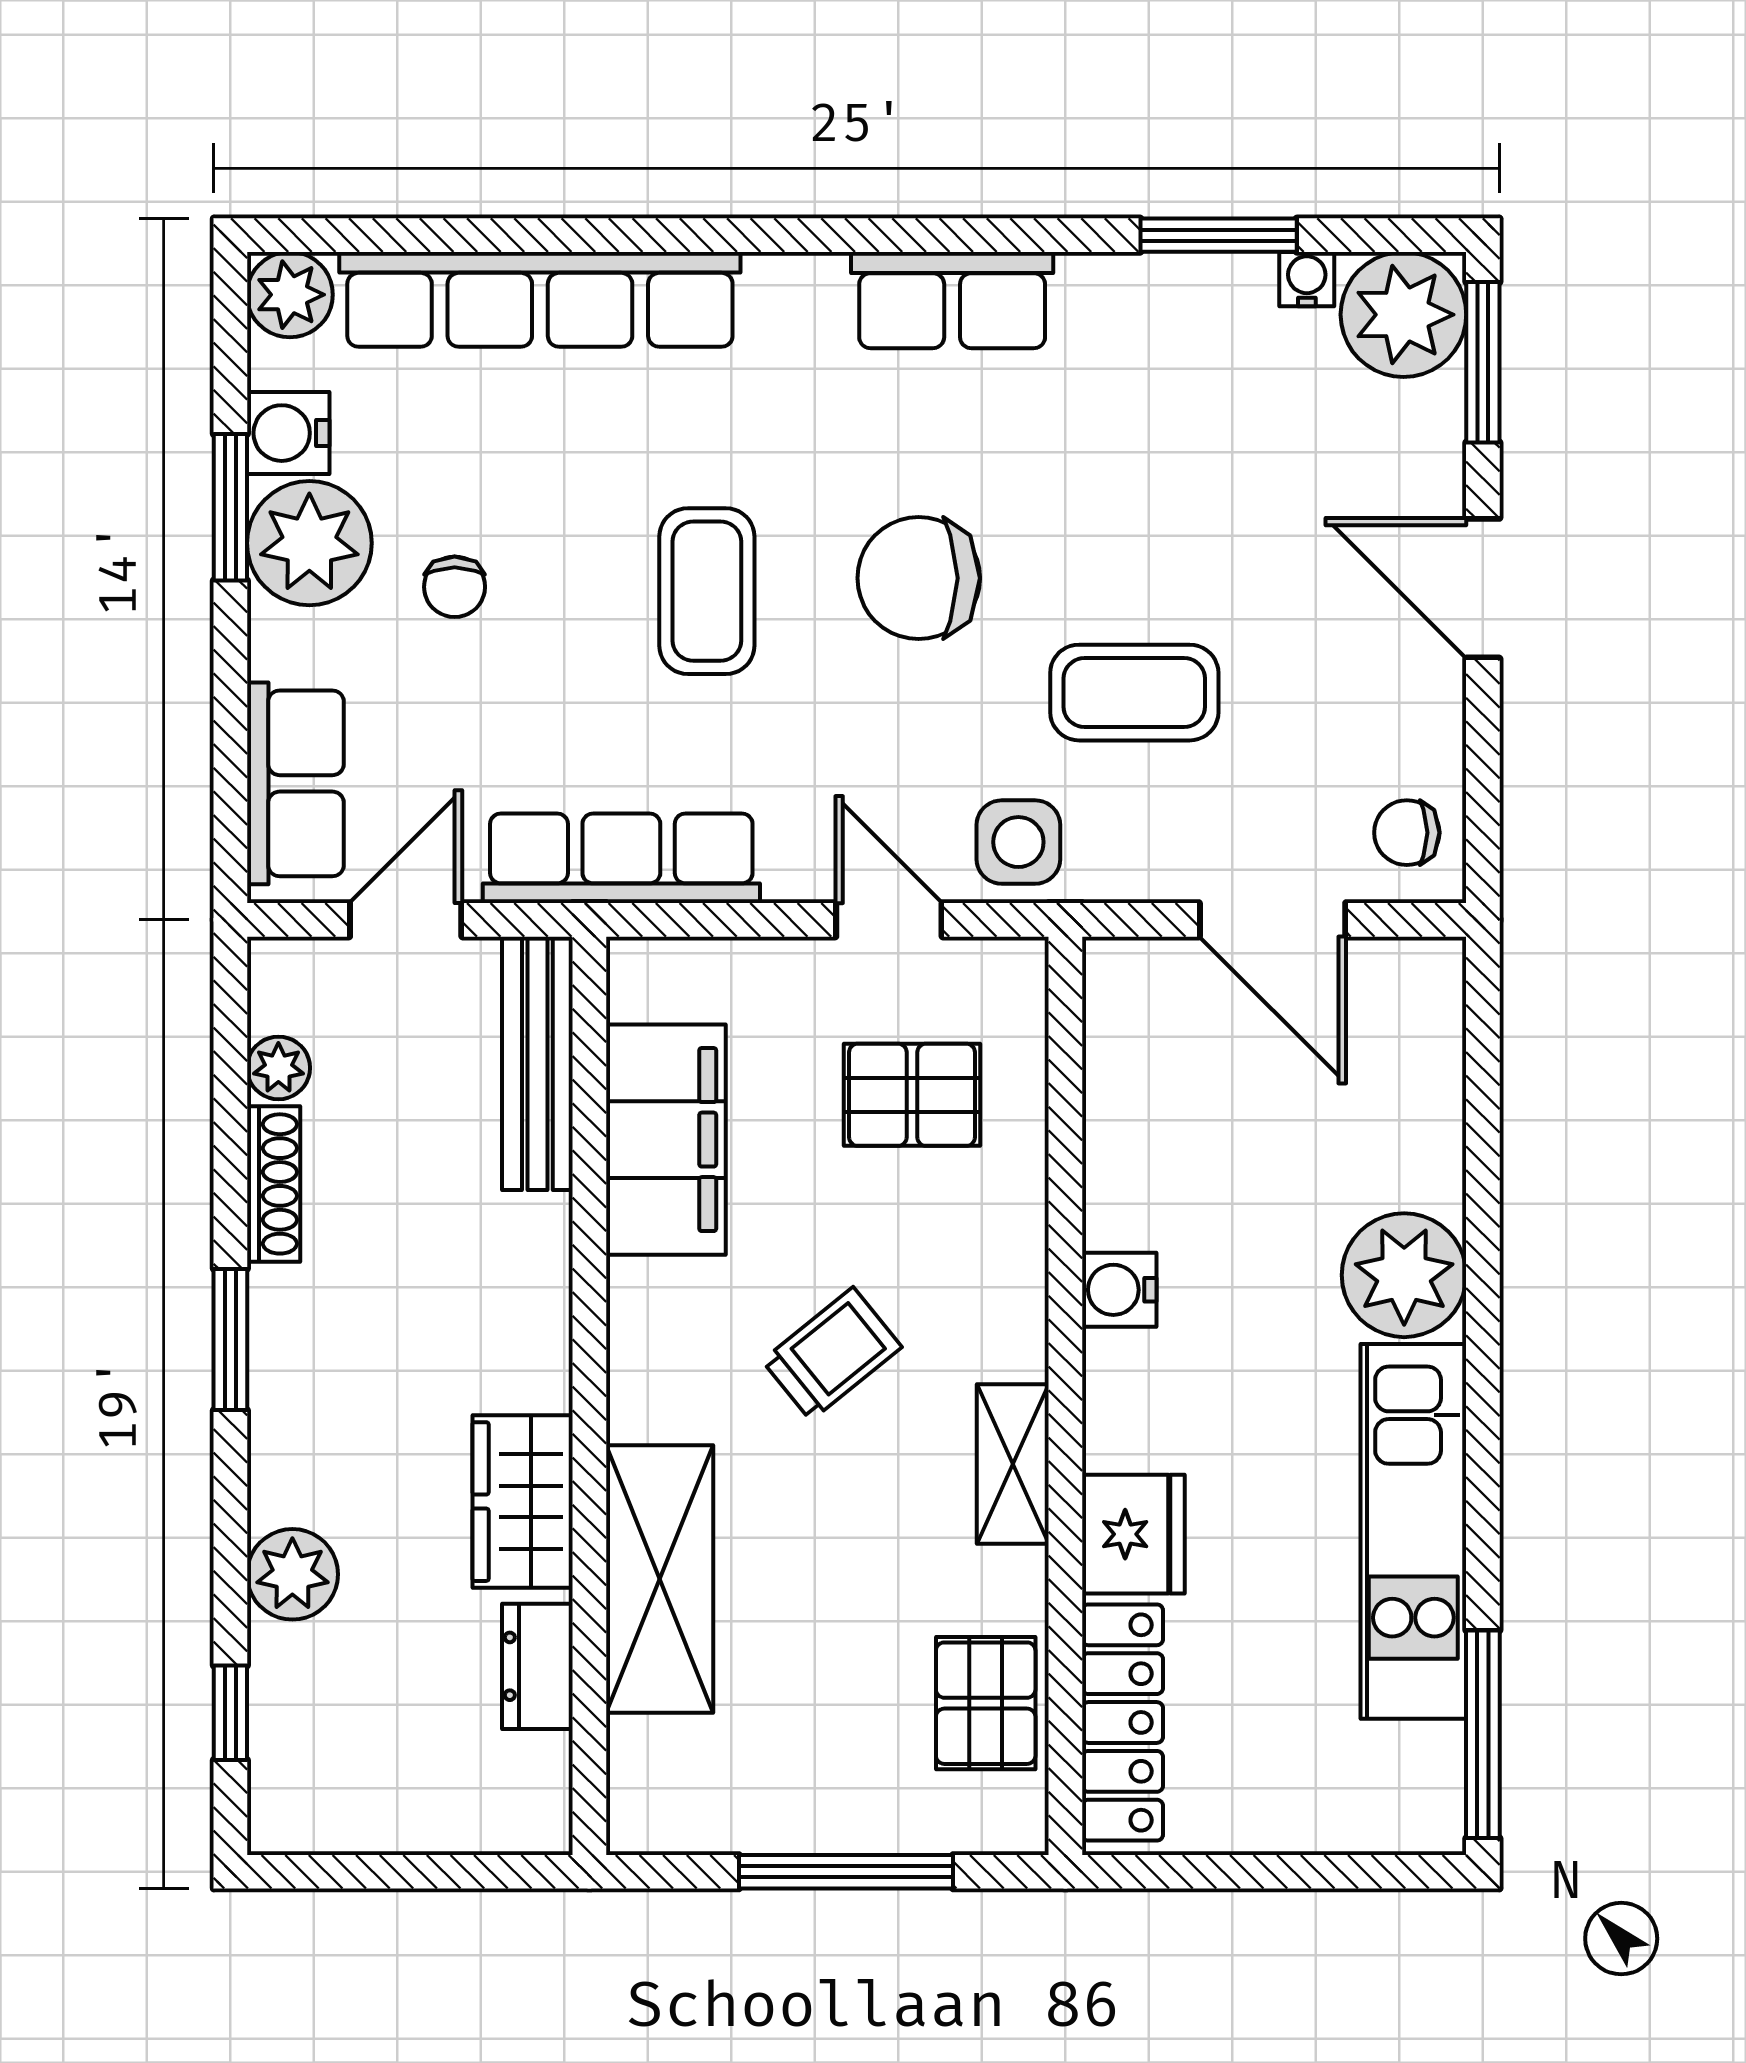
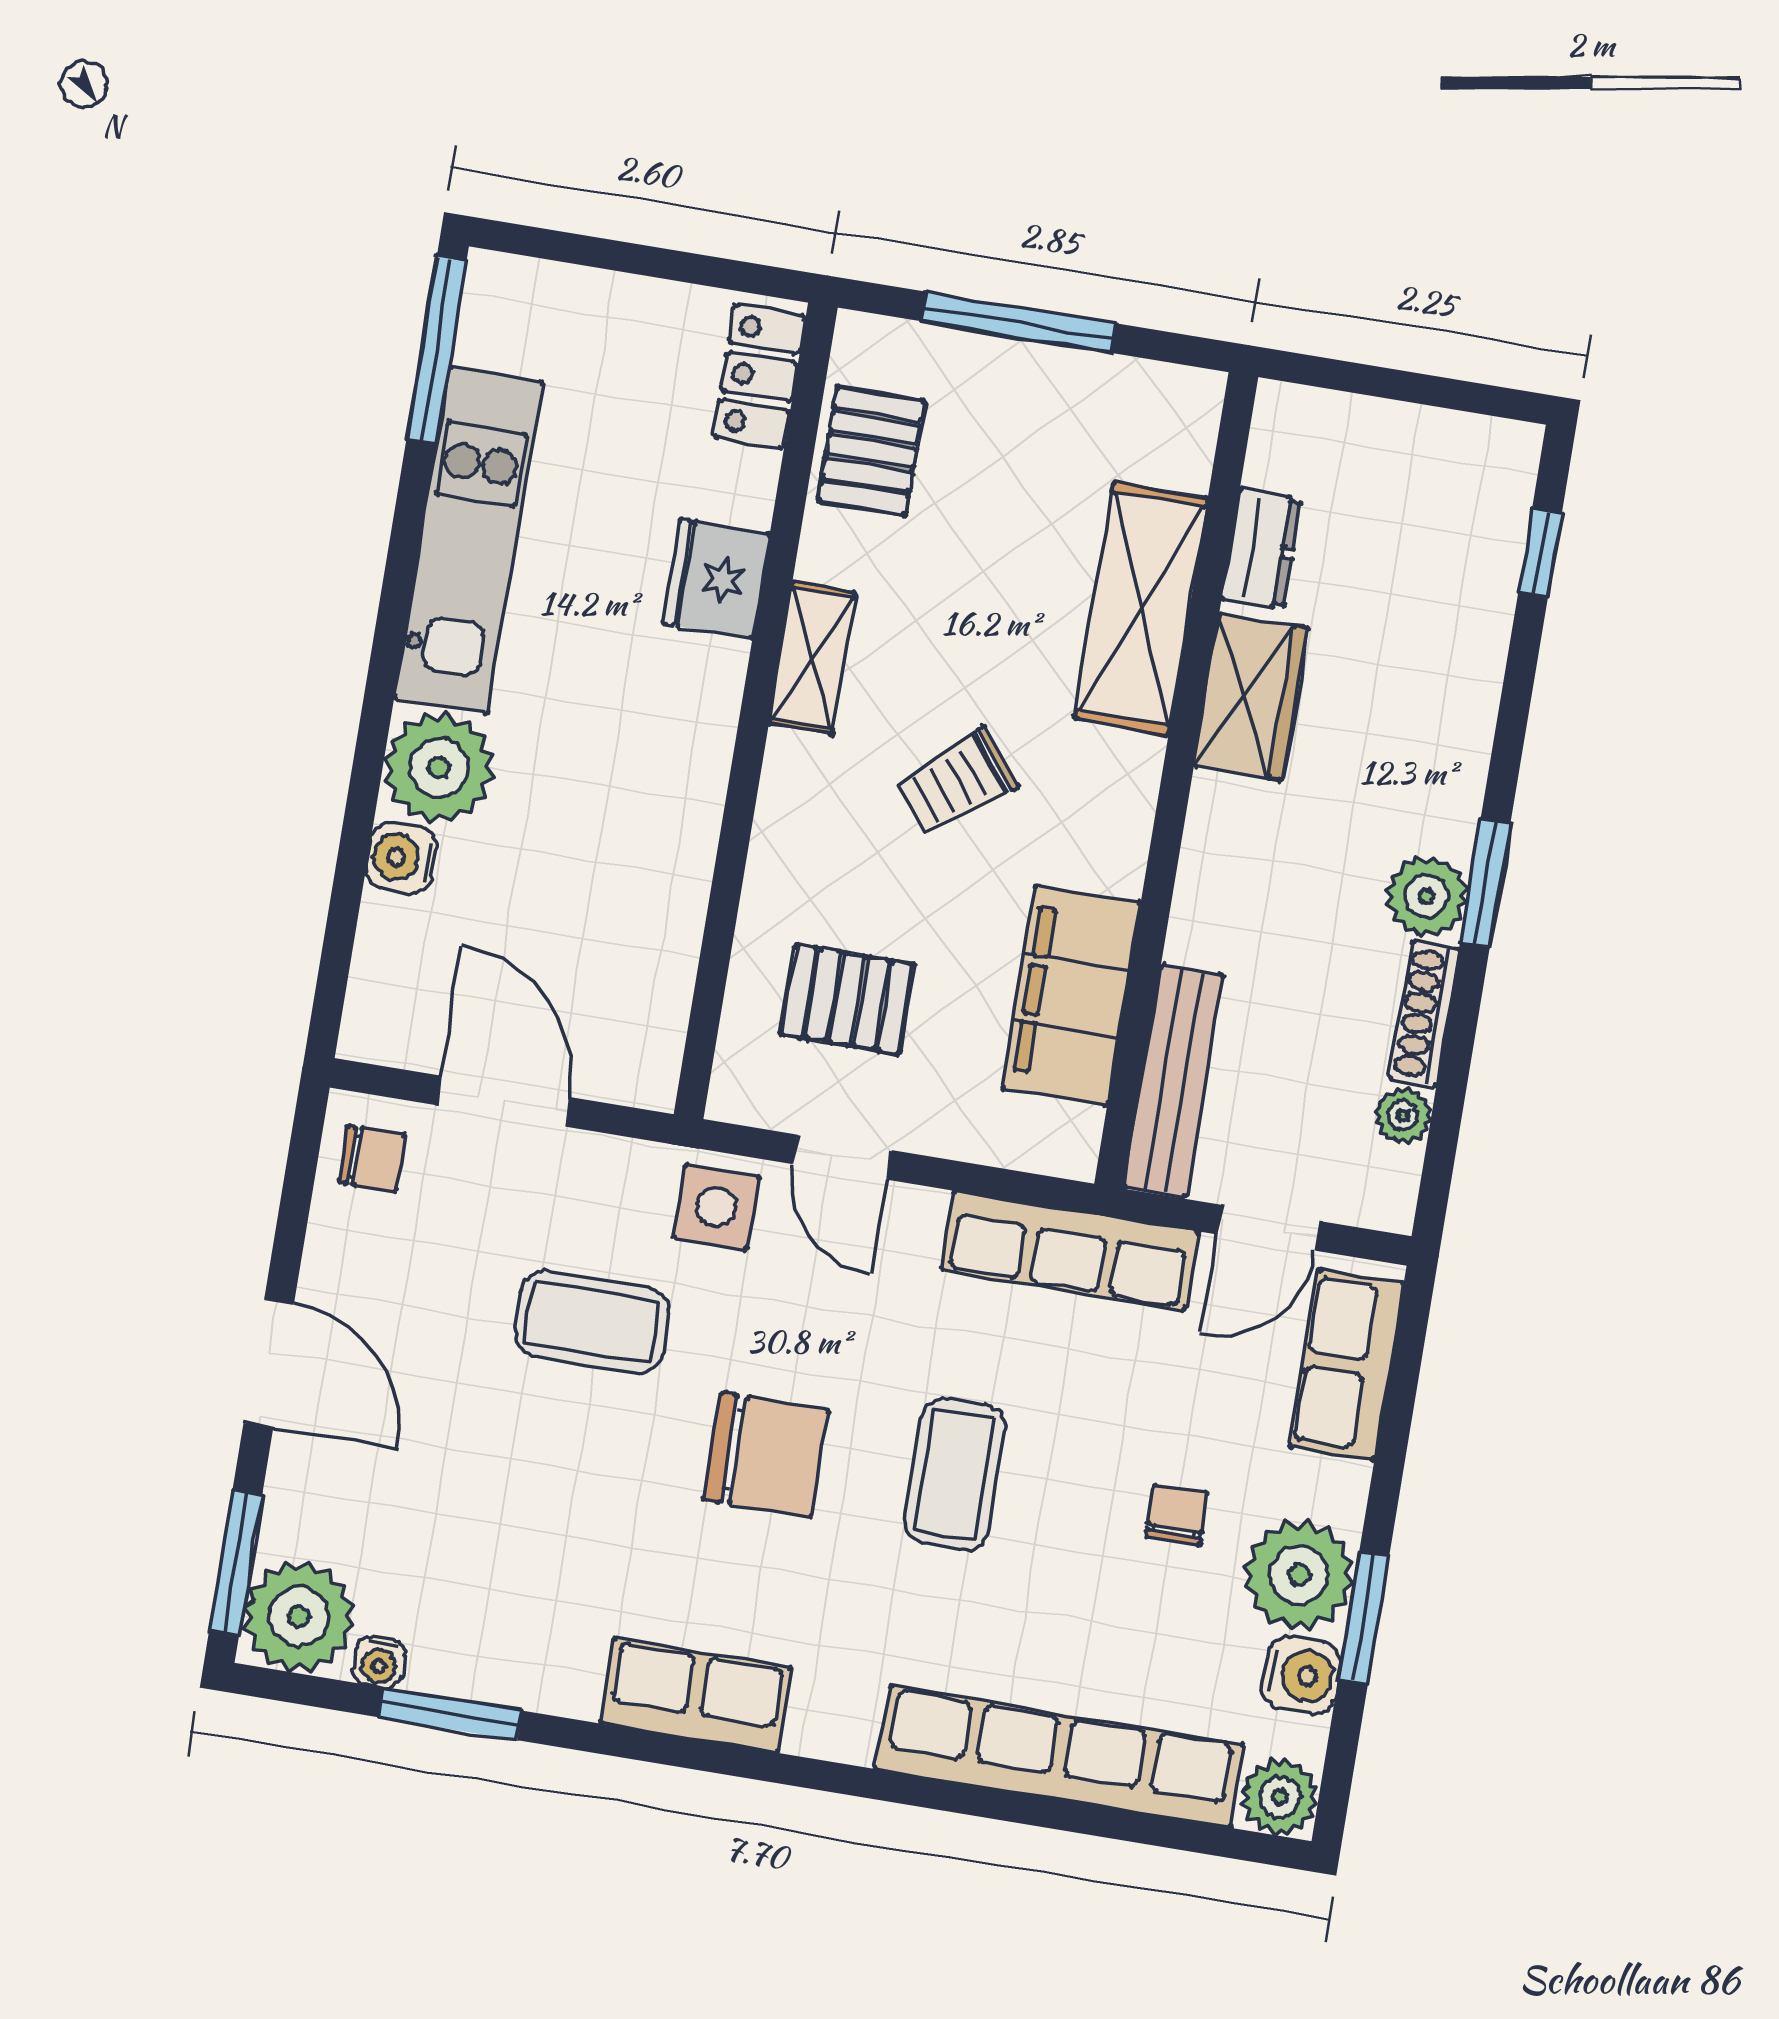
water cooler: (1119, 1290) -> (401, 858), moved, turned 180
plant: (292, 1574) -> (1427, 896), moved
locker: (1122, 1722) -> (759, 377), width x0.66

